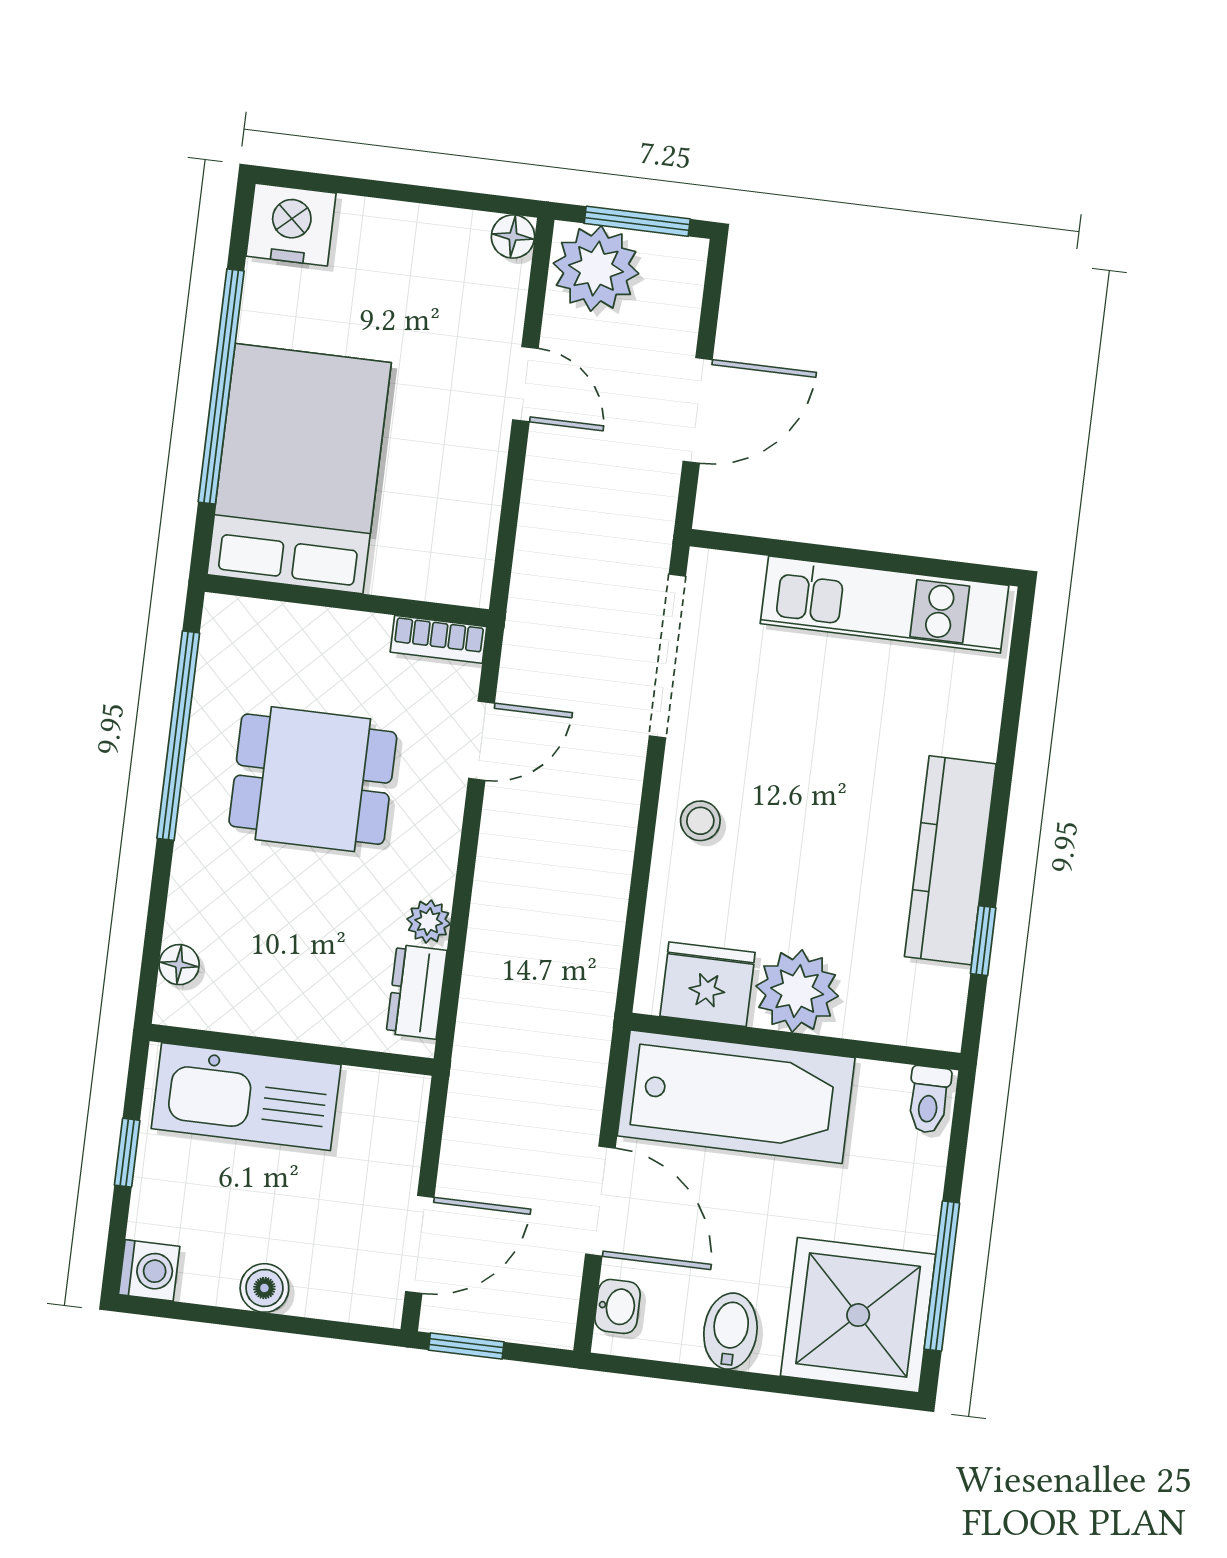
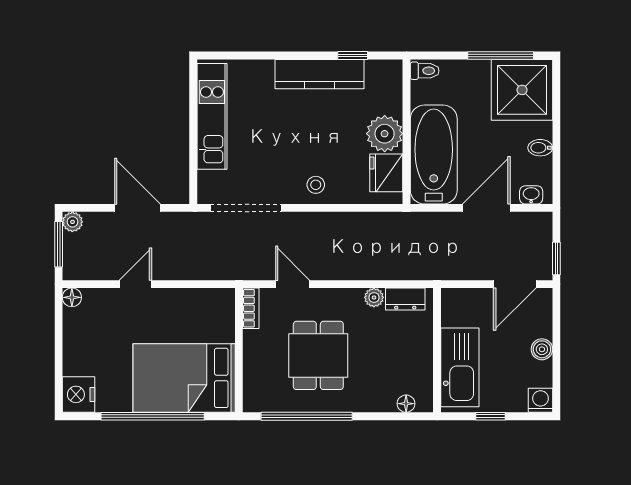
plant: (596, 268) -> (72, 222), moved, width x0.53, depth x0.53
door: (420, 1244) -> (515, 284), swing flipped
bidet: (730, 1331) -> (540, 148), width x0.72, depth x0.74

